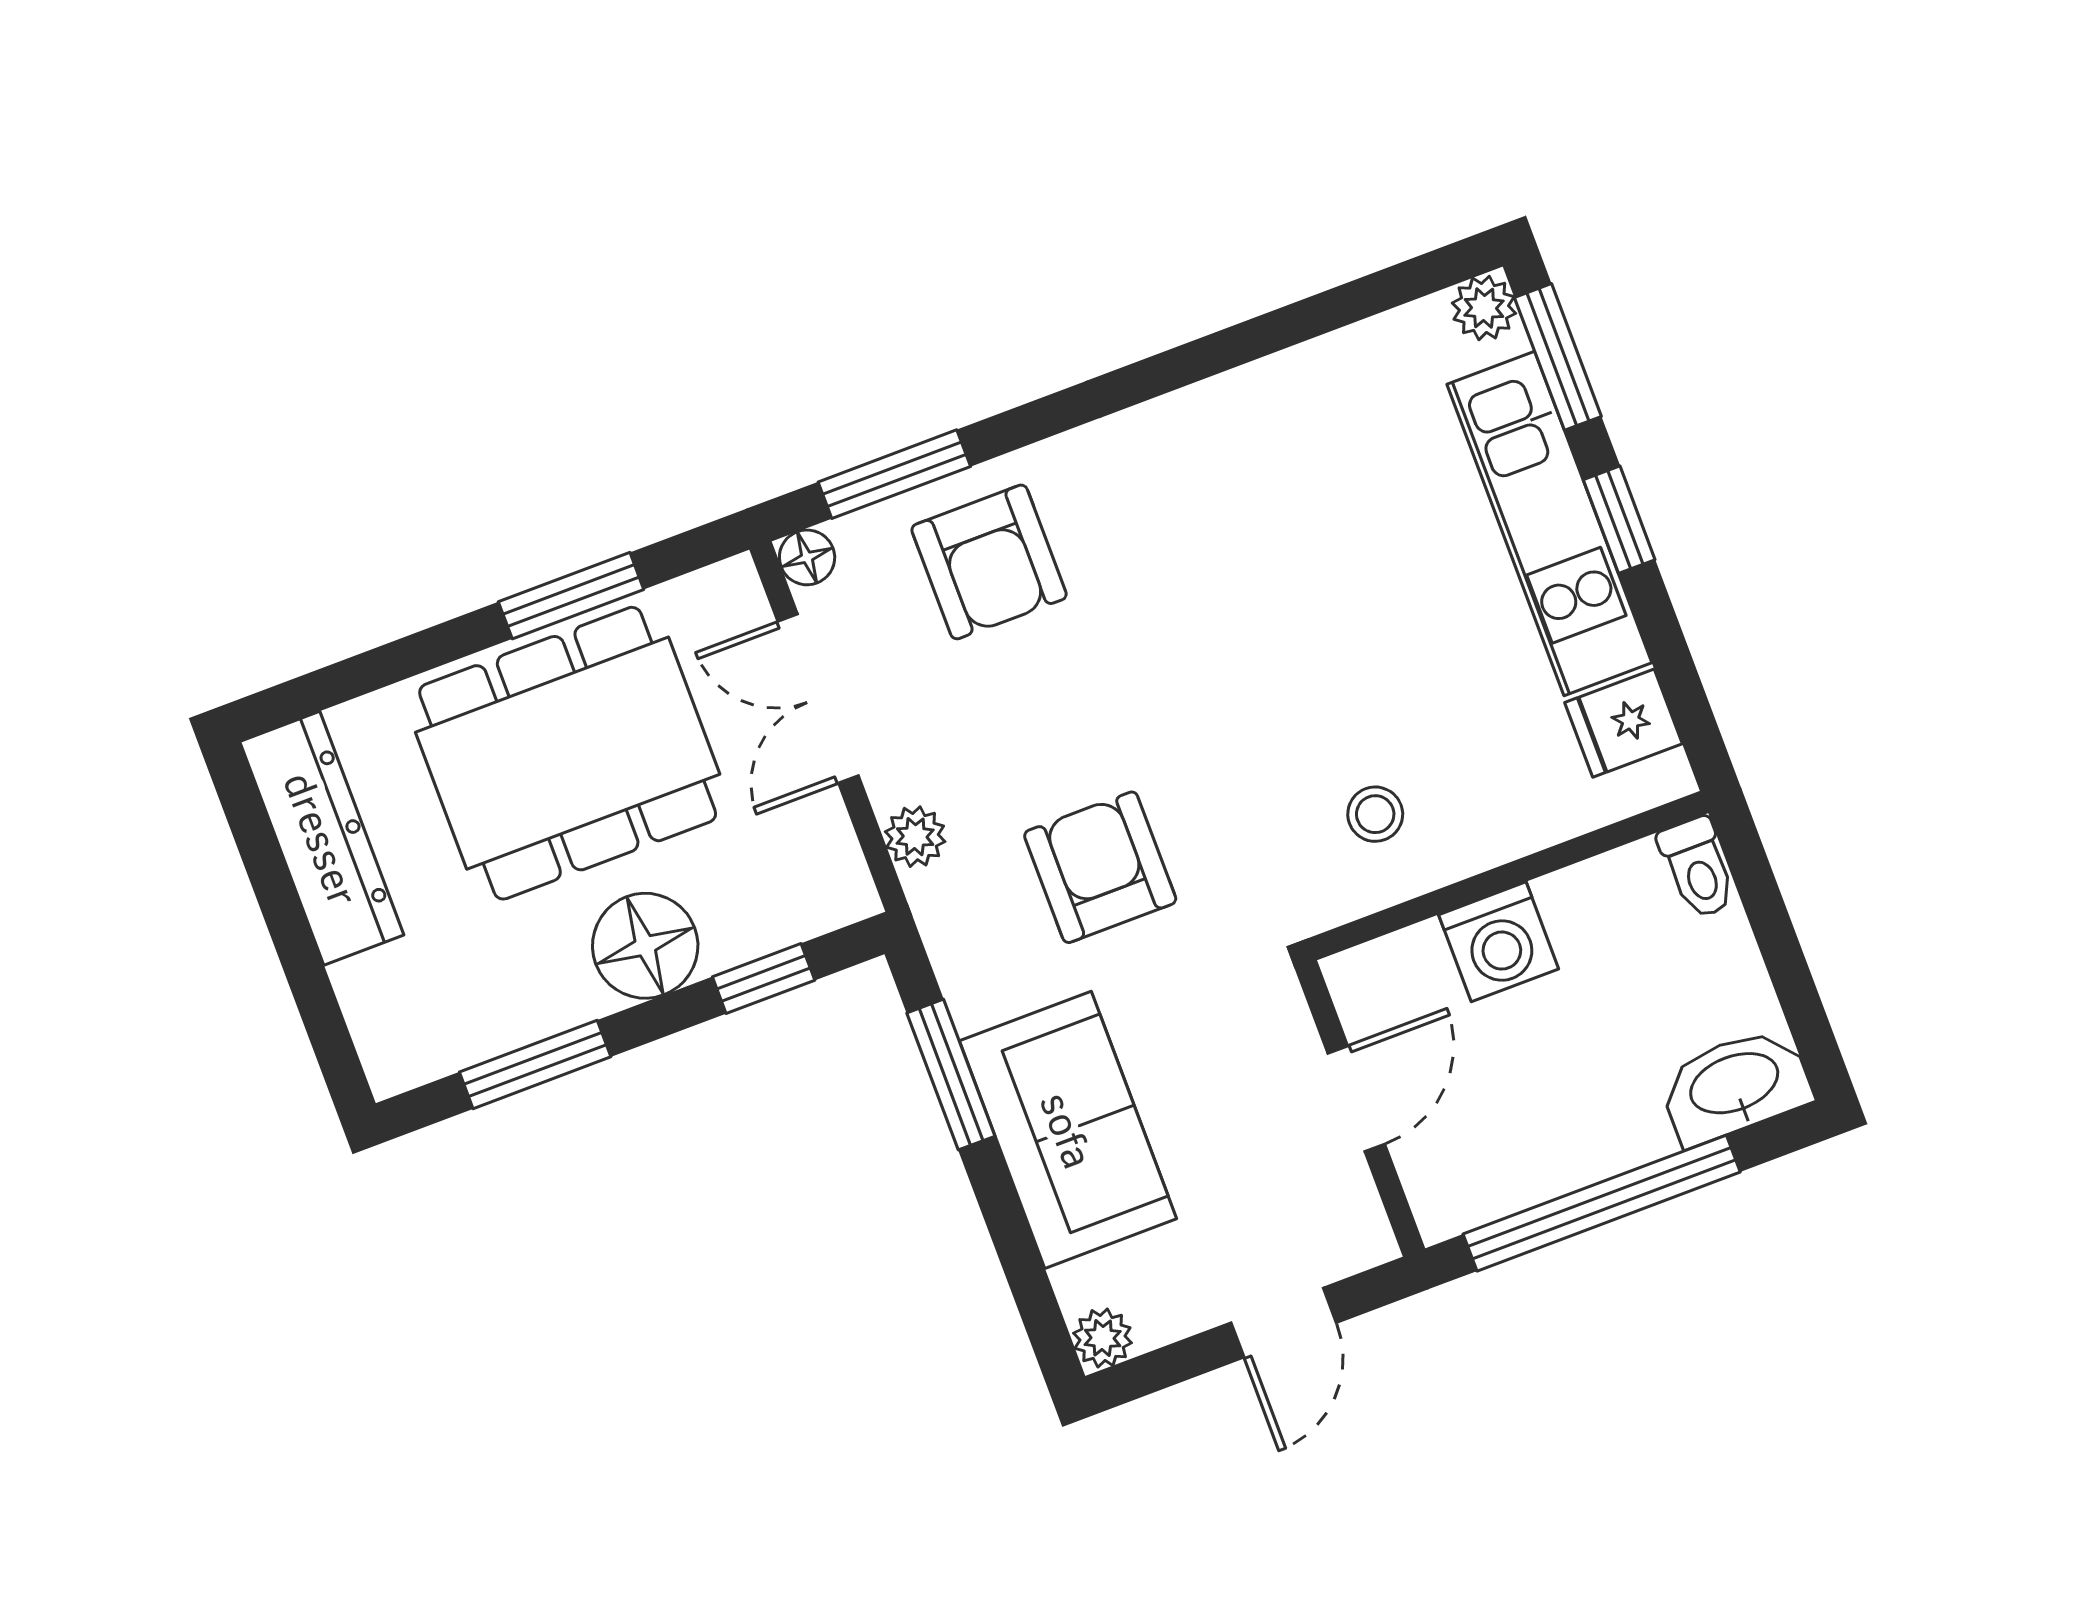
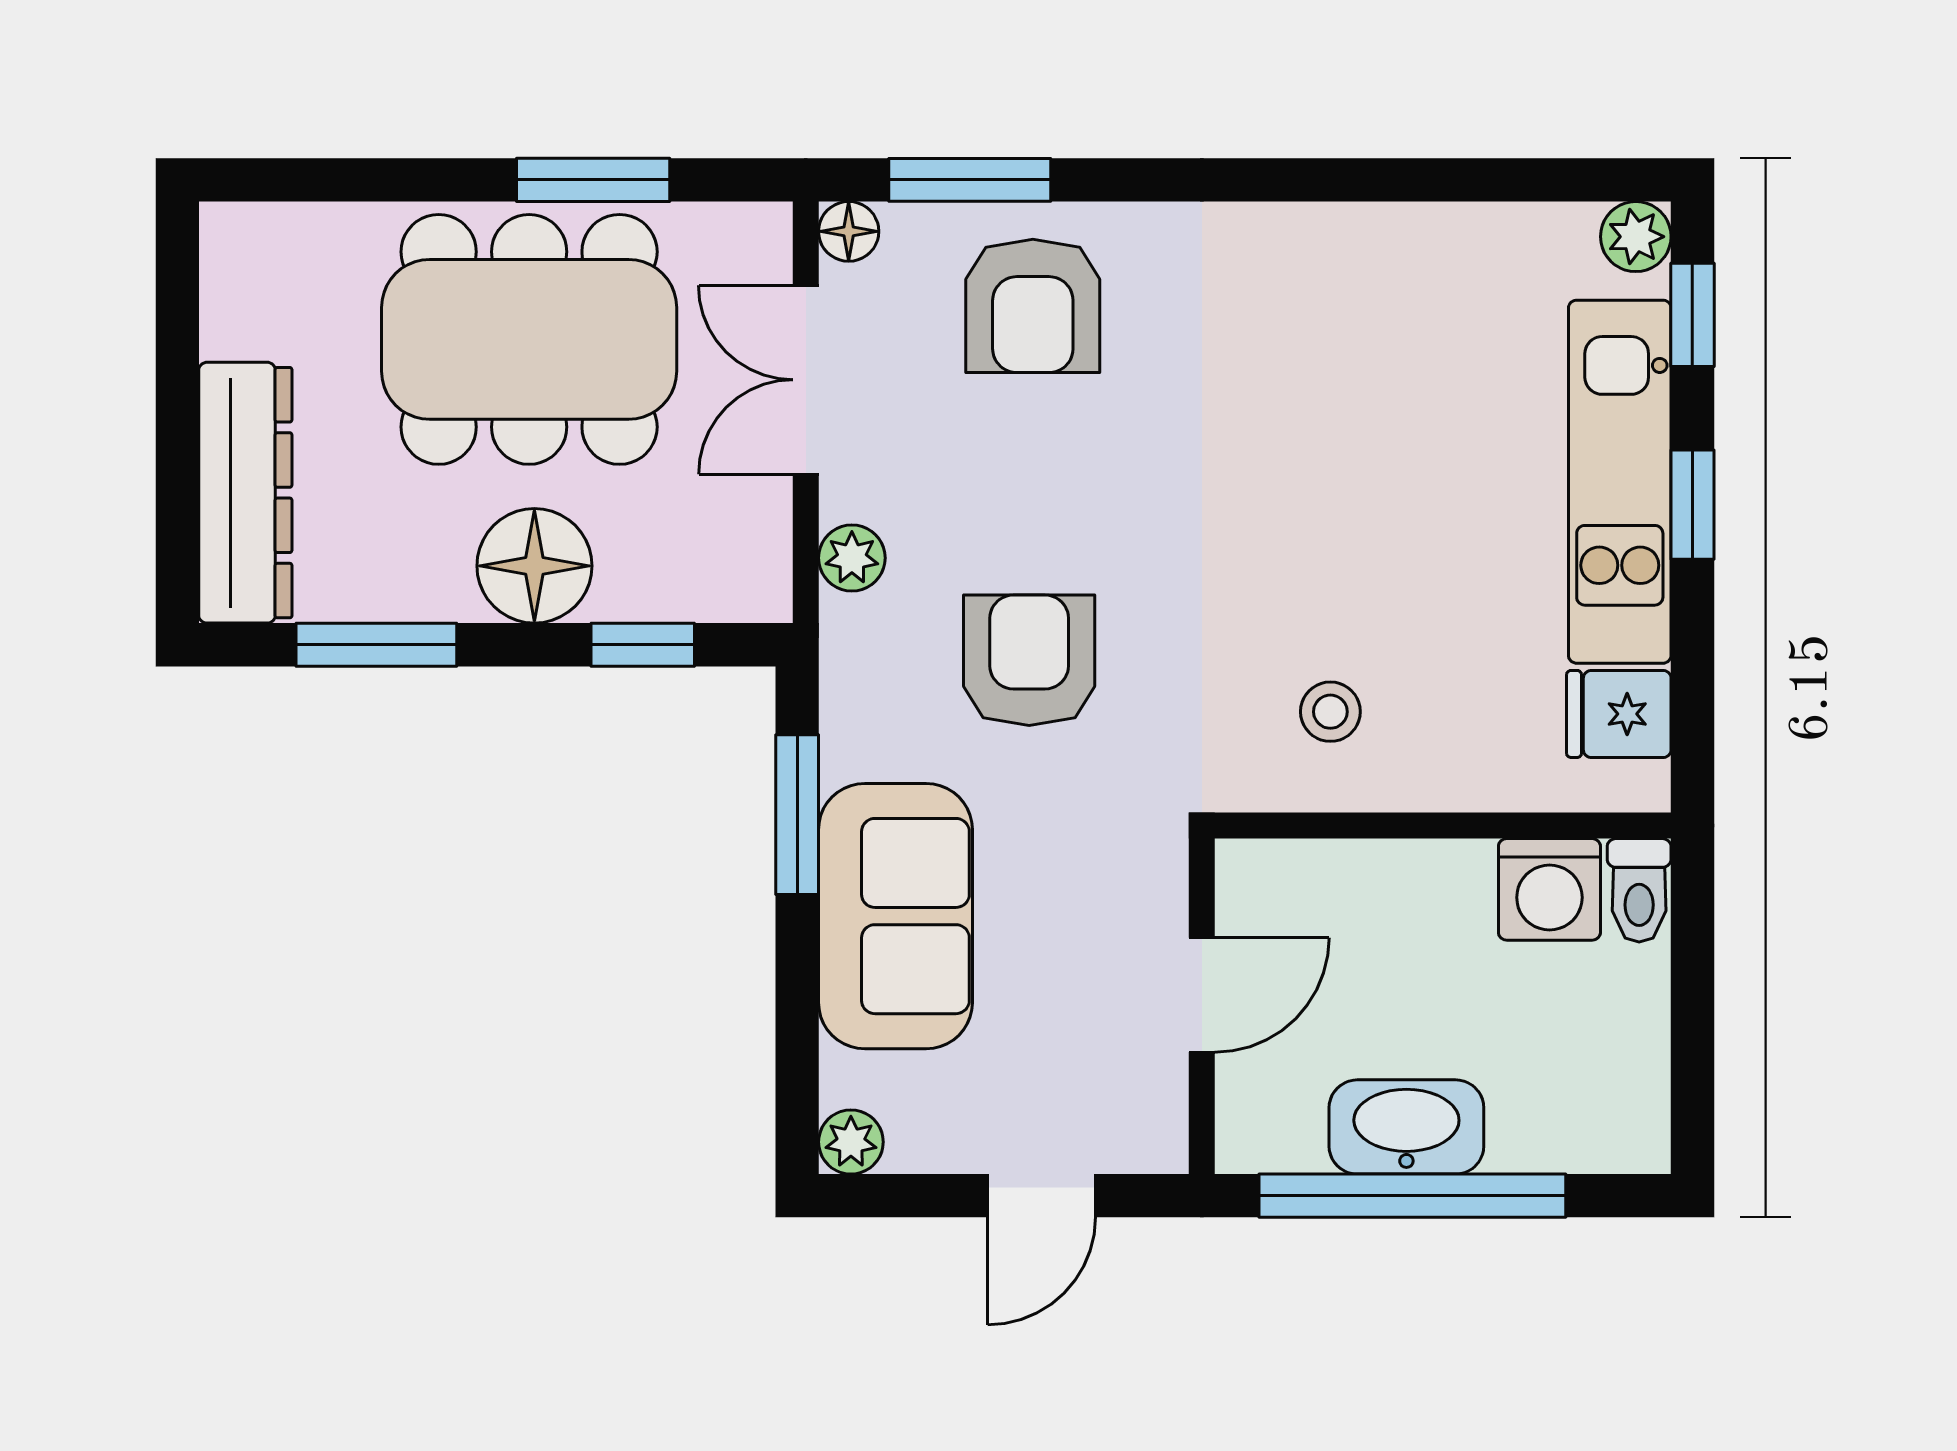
window: (1558, 357) -> (1692, 315), width x0.67
dresser: (322, 838) -> (245, 493), moved
washing machine: (1499, 942) -> (1549, 889), moved
washbasin: (1735, 1086) -> (1406, 1127), moved

